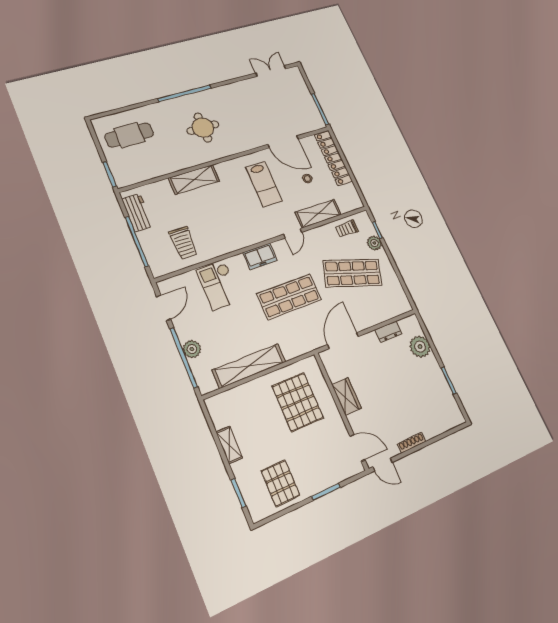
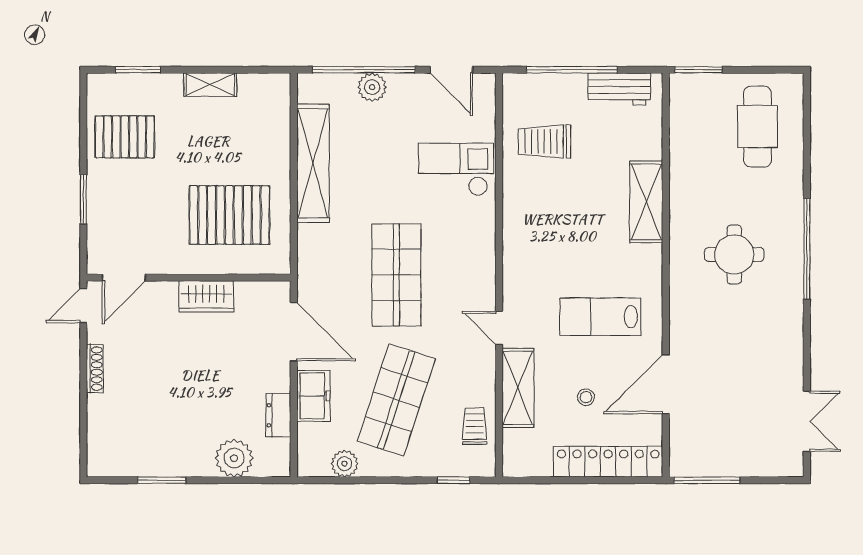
plant: (374, 243) -> (344, 464), moved
freezer: (260, 256) -> (313, 396), moved, turned 180

